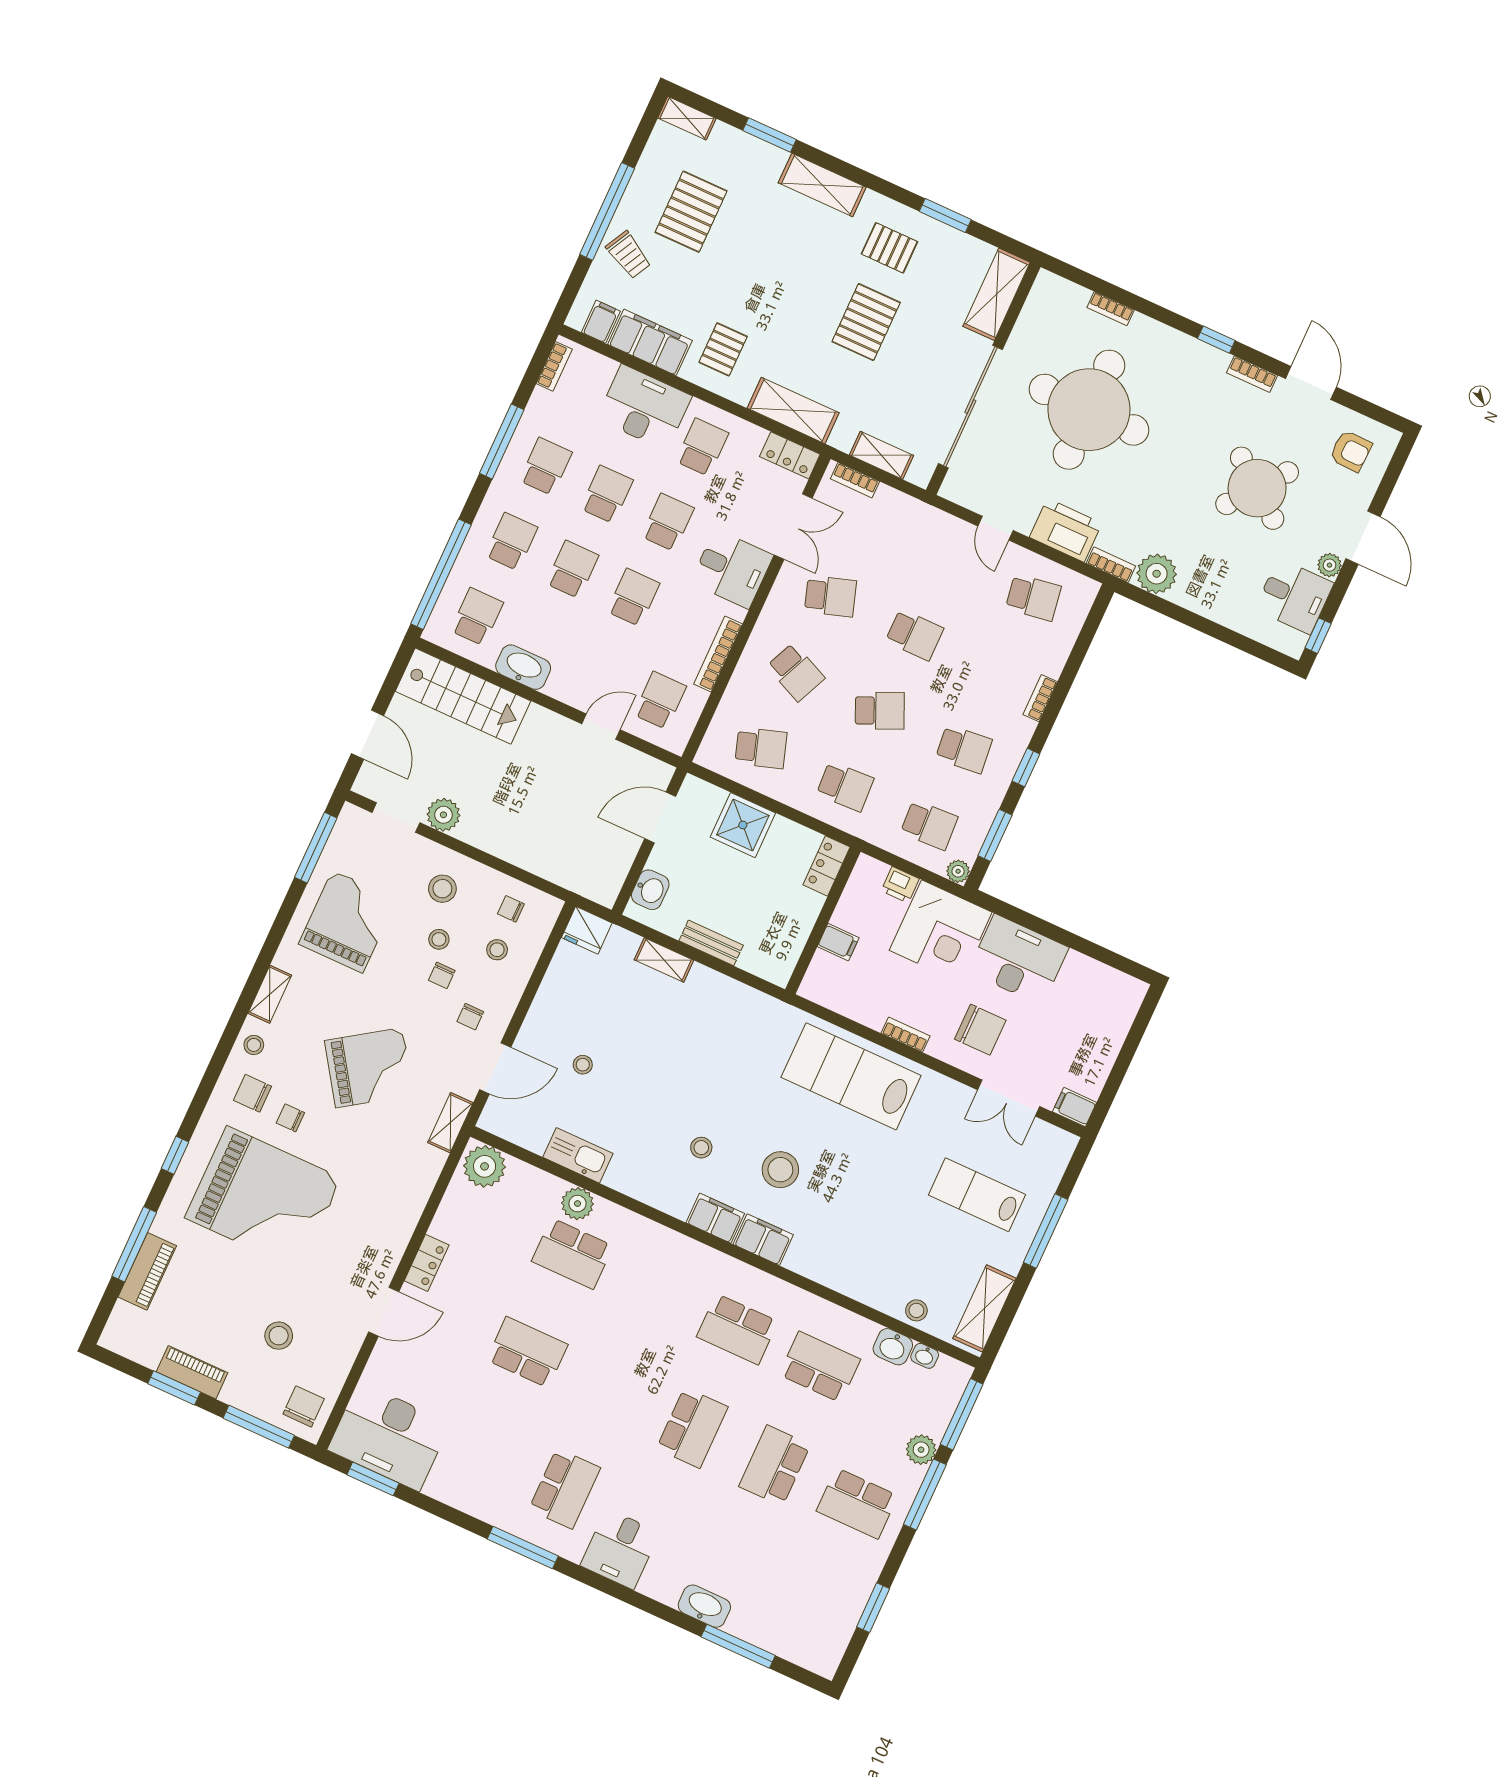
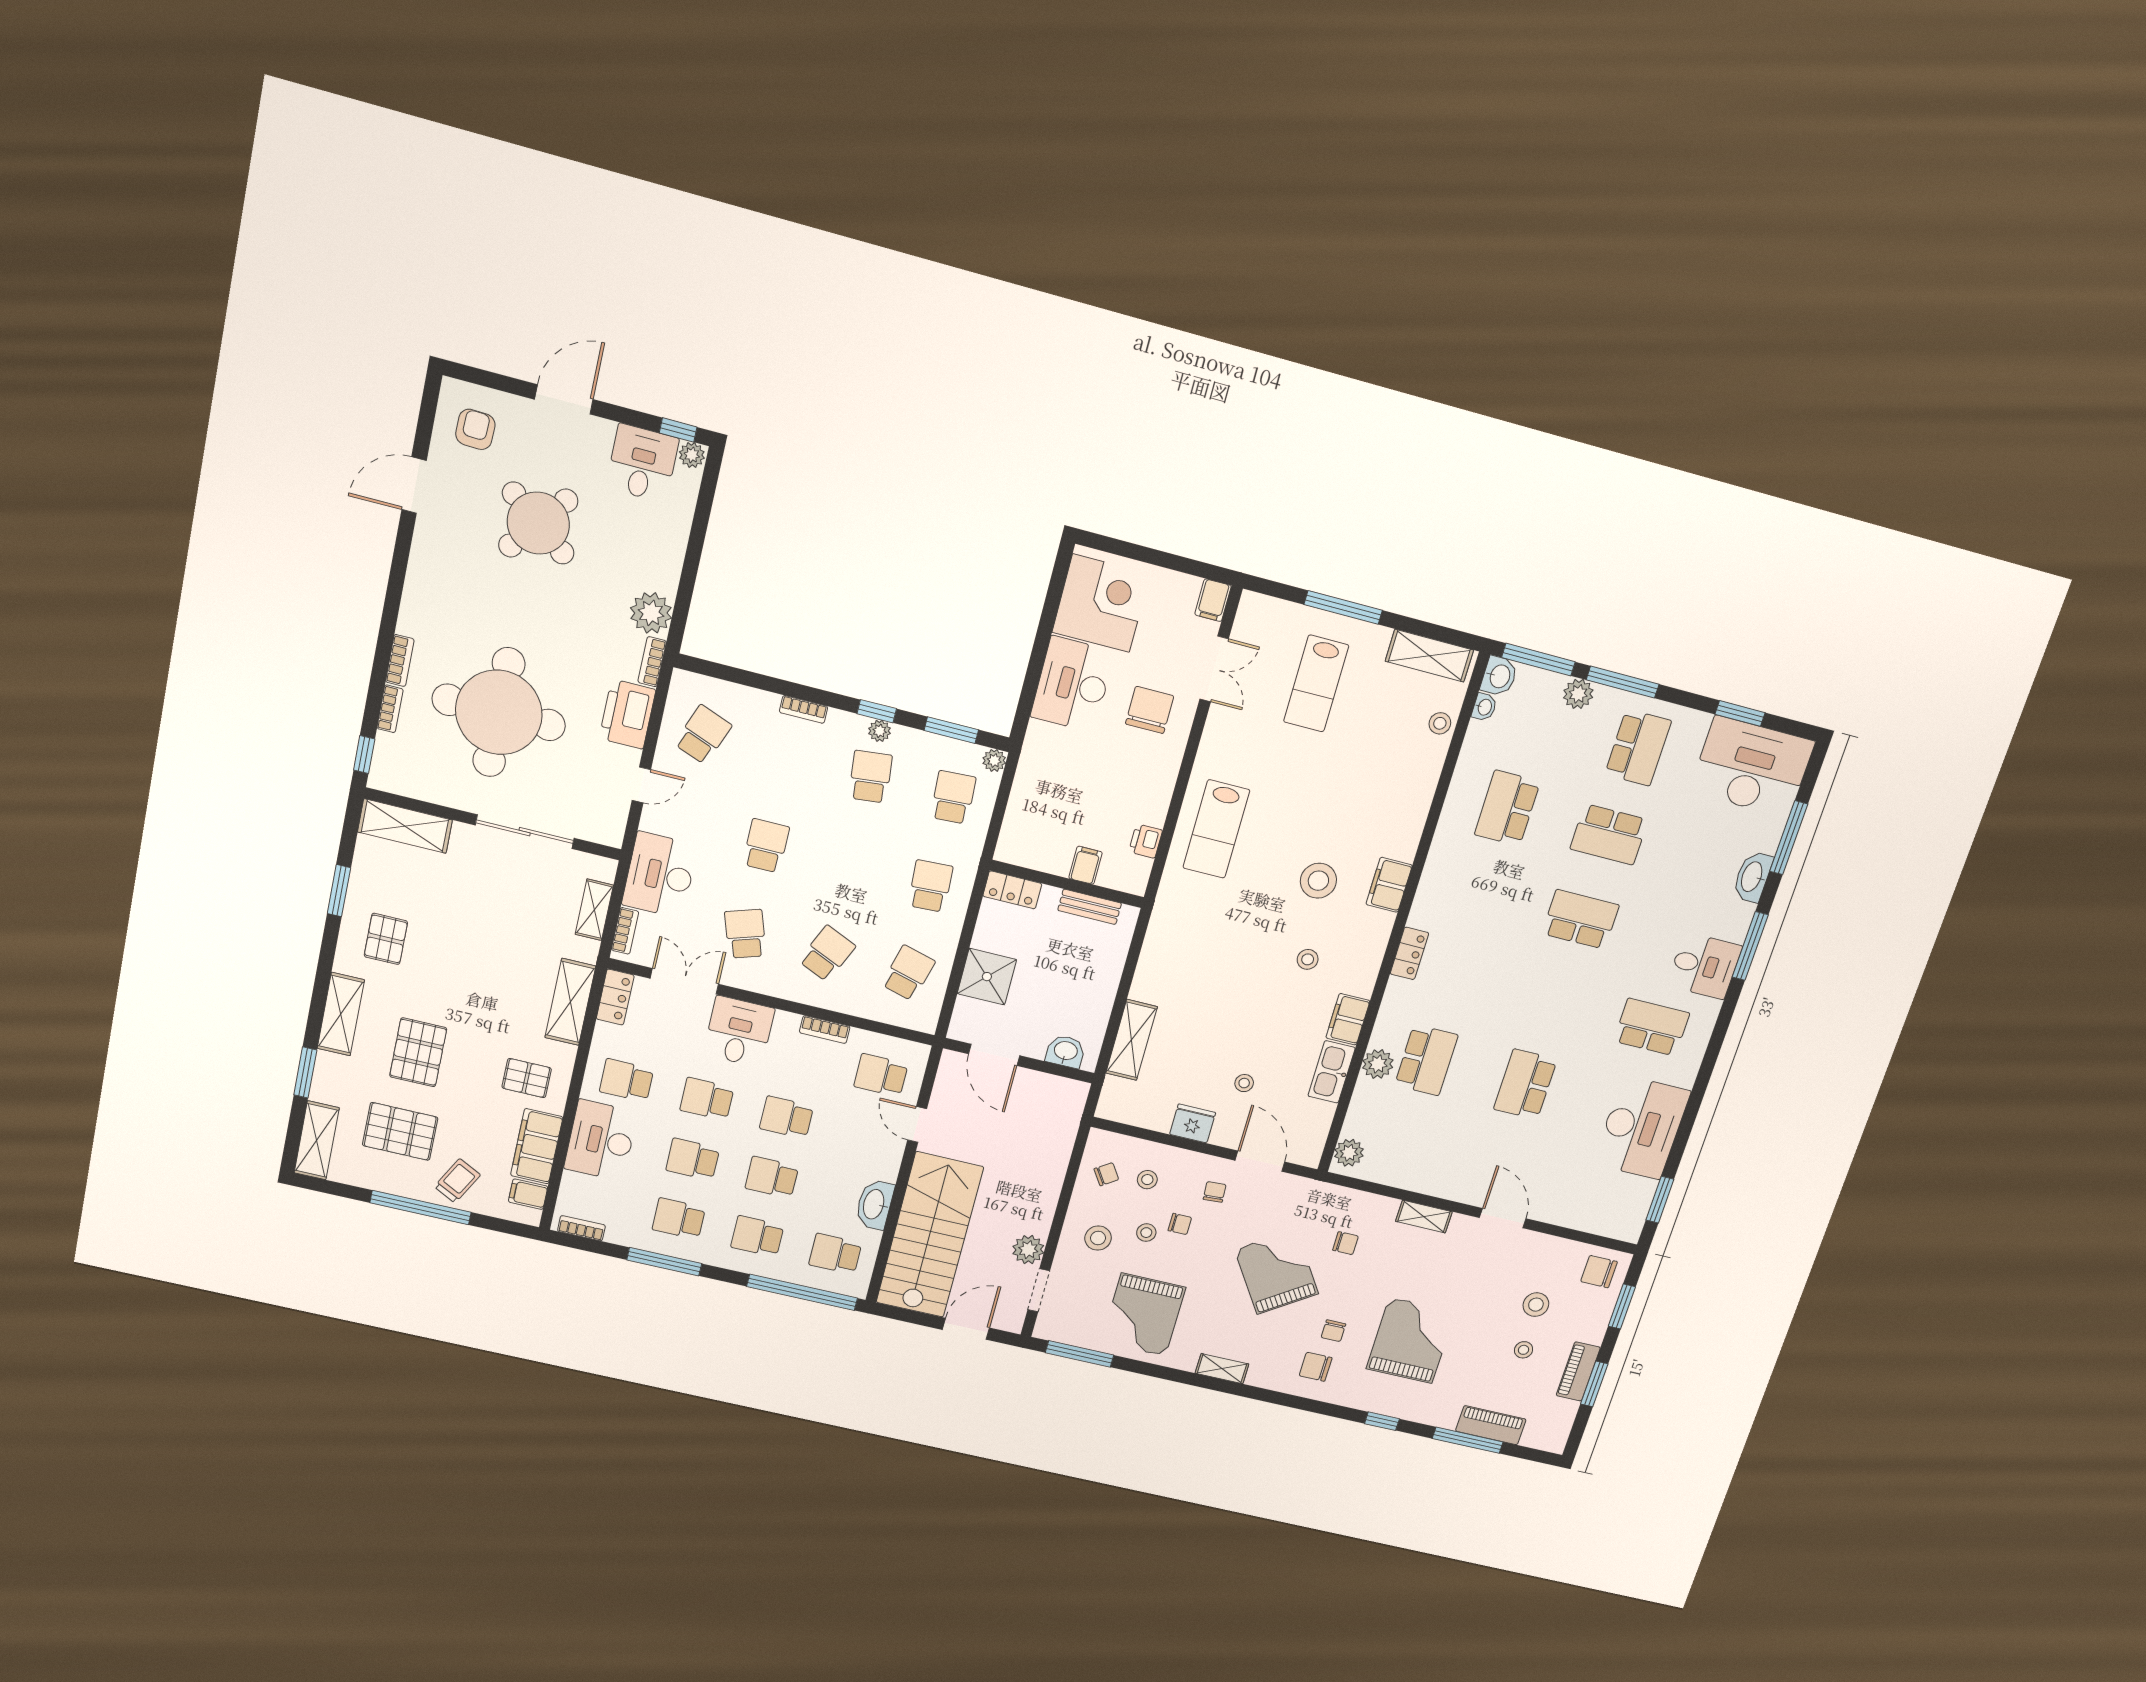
shelving: (687, 118) -> (317, 1140), width x1.50, depth x1.33
pallet: (866, 322) -> (418, 1052), moved, turned 90
window: (1216, 340) -> (364, 755), moved
bookcase: (1252, 374) -> (400, 661), moved
sliding door: (970, 407) -> (525, 832), width x0.73
desk: (904, 526) -> (660, 875), added
plant: (1330, 565) -> (692, 455), moved
school desk: (1033, 597) -> (703, 735), turned 30
bookcase: (718, 654) -> (825, 1030), width x0.64
stairs: (463, 696) -> (930, 1235), width x1.36, depth x1.51
school desk: (880, 711) -> (849, 866), removed
school desk: (761, 748) -> (908, 973), turned 33
plant: (1007, 766) -> (880, 731), added
printer: (900, 885) -> (1146, 841), moved, turned 180
chair: (511, 909) -> (1106, 1174), turned -124
grand piano: (347, 922) -> (1143, 1315), turned -90
fridge: (587, 930) -> (1193, 1123), moved, turned -90
corner desk: (941, 931) -> (1101, 603), moved
bench: (711, 943) -> (1090, 907), moved, turned 90
shelving: (664, 960) -> (1132, 1040), width x1.50, depth x1.33
chair: (470, 1017) -> (1215, 1192), turned -94
bookcase: (906, 1035) -> (1166, 783), removed
stool: (254, 1045) -> (1524, 1350), moved
lab bench: (851, 1076) -> (1216, 829), width x0.73, depth x0.72
chair: (253, 1093) -> (1316, 1367), turned 90
shelving: (450, 1123) -> (1424, 1217), moved
chair: (387, 1144) -> (1345, 1243), added
plant: (485, 1166) -> (1349, 1153), width x0.73, depth x0.73
grand piano: (263, 1198) -> (1411, 1340), width x0.73, depth x0.68
filing cabinet: (715, 1218) -> (1348, 1019), moved
locker: (427, 1263) -> (1409, 953), moved, turned 90
school desk: (737, 1329) -> (1480, 894), removed
washbasin: (893, 1347) -> (1499, 676), moved
window: (259, 1427) -> (1622, 1306), width x0.69
desk: (389, 1436) -> (1642, 1128), moved
window: (523, 1548) -> (1750, 946), moved
desk: (817, 1615) -> (1752, 767), added

